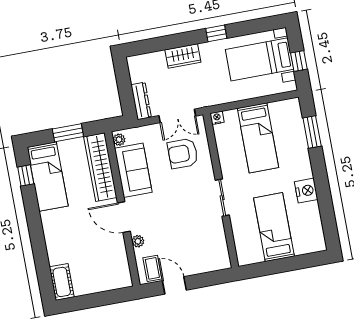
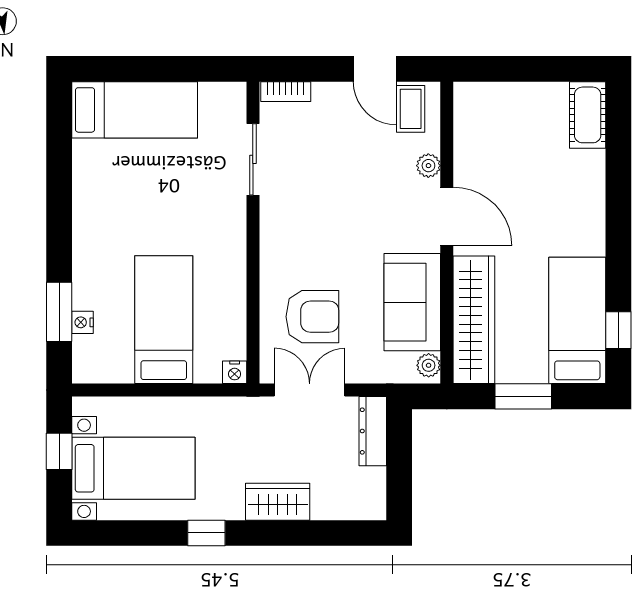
nightstand: (306, 191) -> (82, 322), moved, width x0.53, depth x0.56
sliding door: (222, 198) -> (253, 159), moved
bed: (274, 227) -> (135, 110), moved, turned -90
bookcase: (217, 265) -> (286, 92), added

